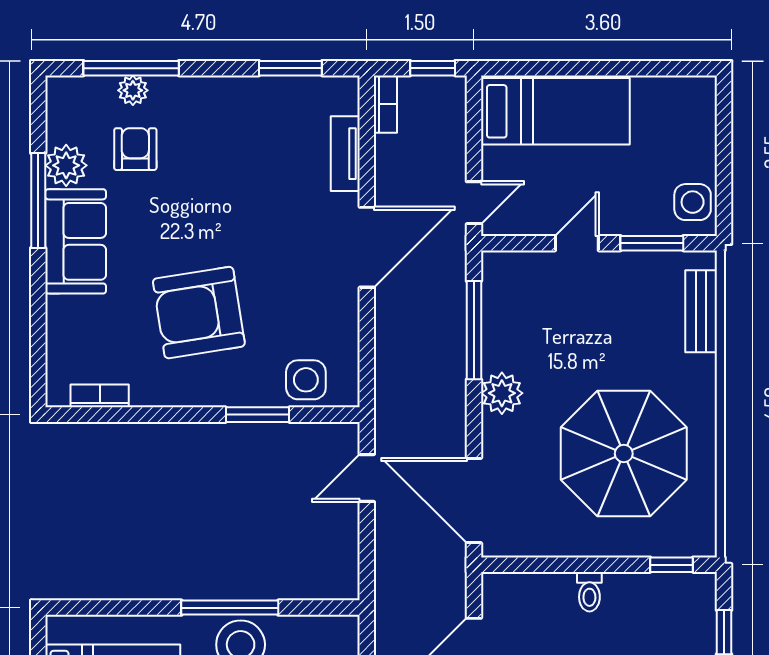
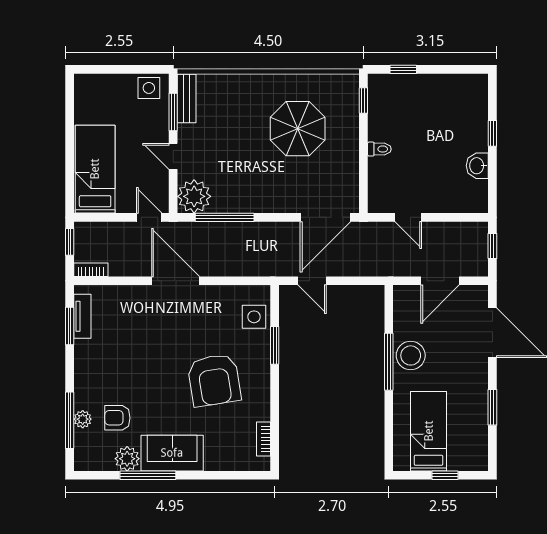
tv unit: (345, 154) -> (82, 316), moved, turned -90
bench: (701, 311) -> (187, 98), moved, turned 90
plant: (502, 393) -> (194, 196), moved, width x1.36, depth x1.36
parasol: (624, 454) -> (298, 129), width x0.73, depth x0.73

